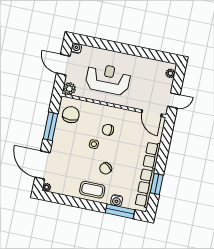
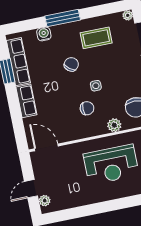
door: (174, 101) -> (31, 189), moved
plant: (93, 108) -> (114, 125), added
coffee table: (92, 190) -> (96, 38), moved
window: (120, 211) -> (63, 18), moved

